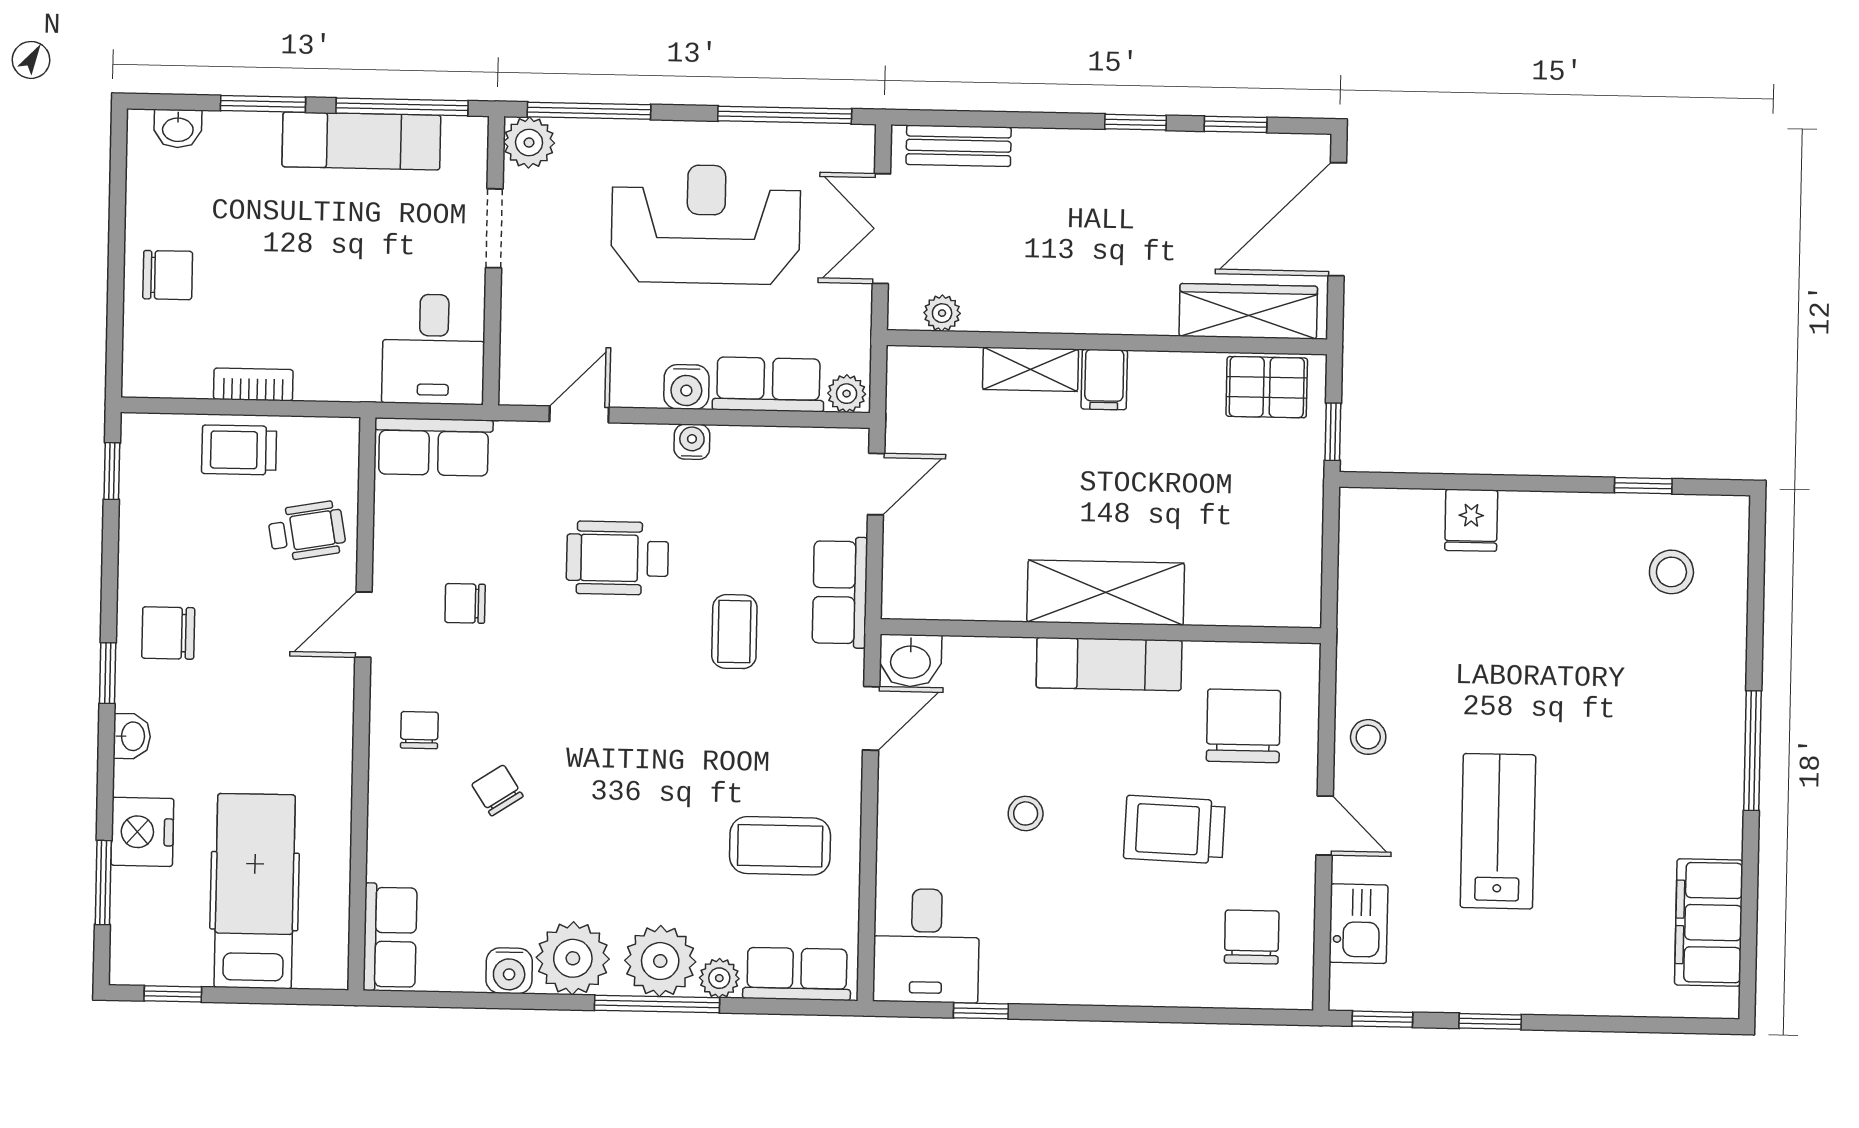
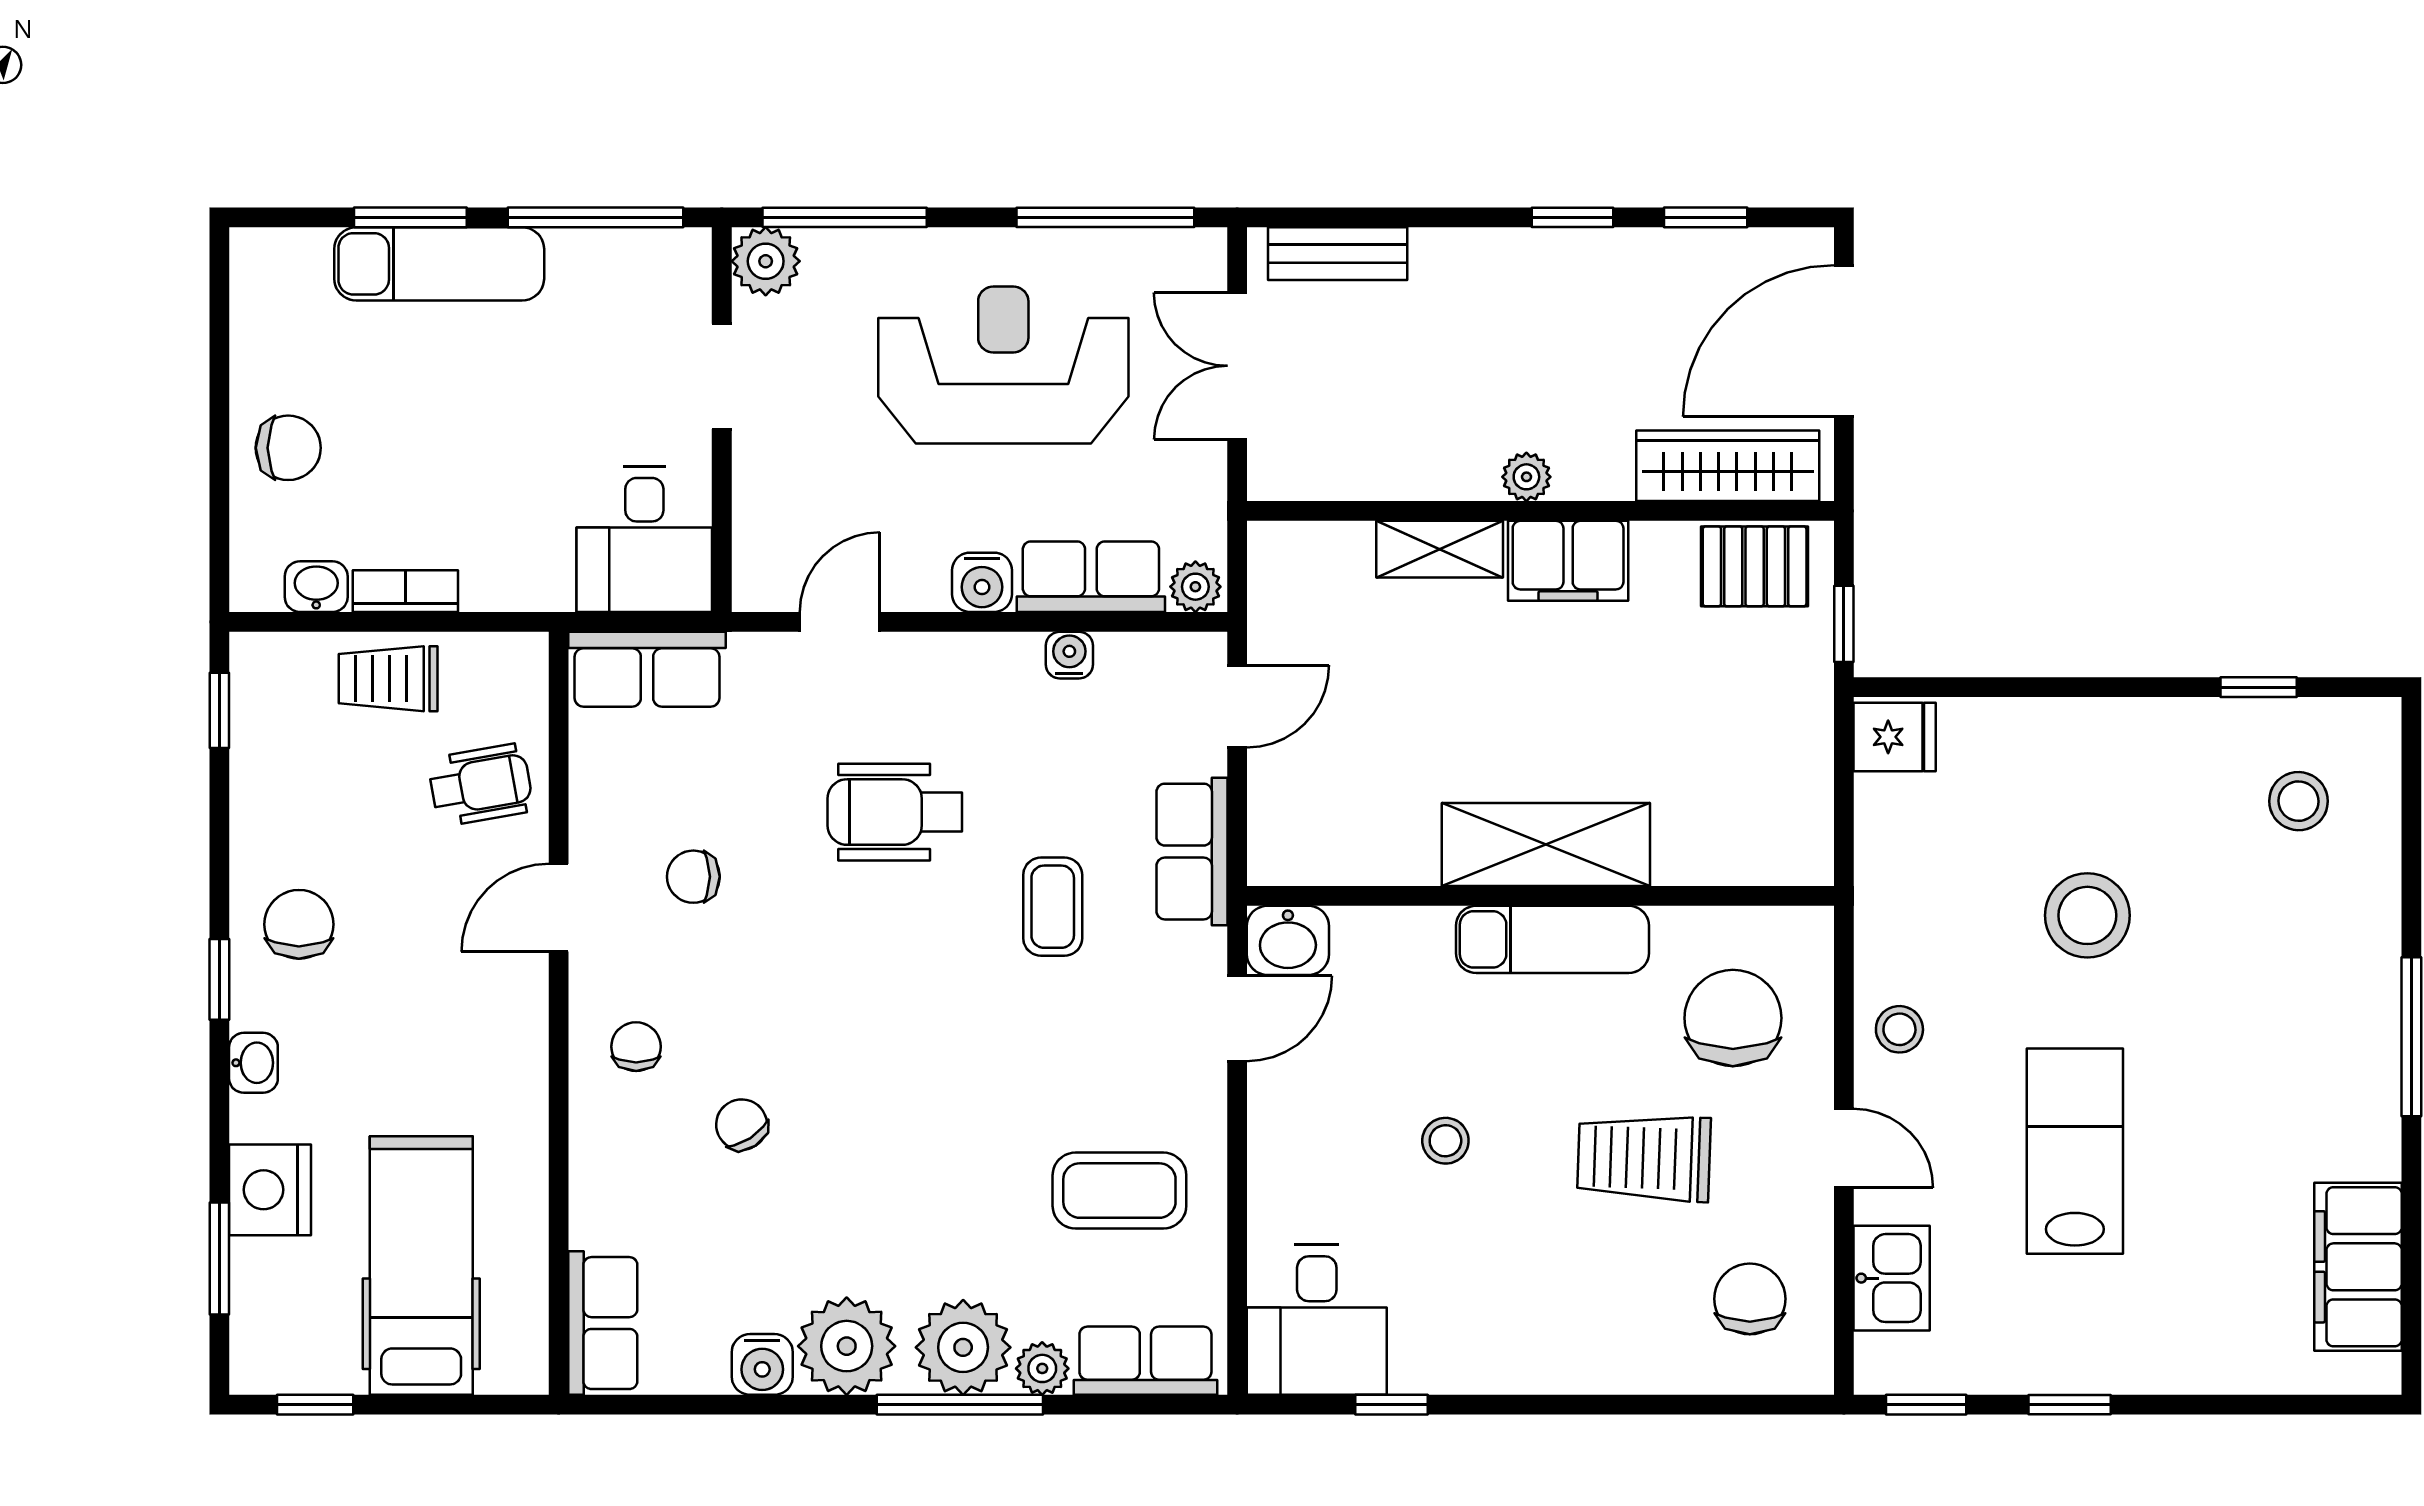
washbasin: (178, 129) -> (316, 587), moved, turned 180
exam couch: (361, 141) -> (439, 264), moved
plant: (942, 313) -> (1526, 477), moved
filing cabinet: (1104, 379) -> (1568, 561), width x2.00
water cooler: (692, 442) -> (1069, 655), moved
fridge: (1471, 520) -> (1895, 737), moved, turned -90
chair: (168, 633) -> (299, 924), turned 90
stool: (1511, 654) -> (2087, 915), added

